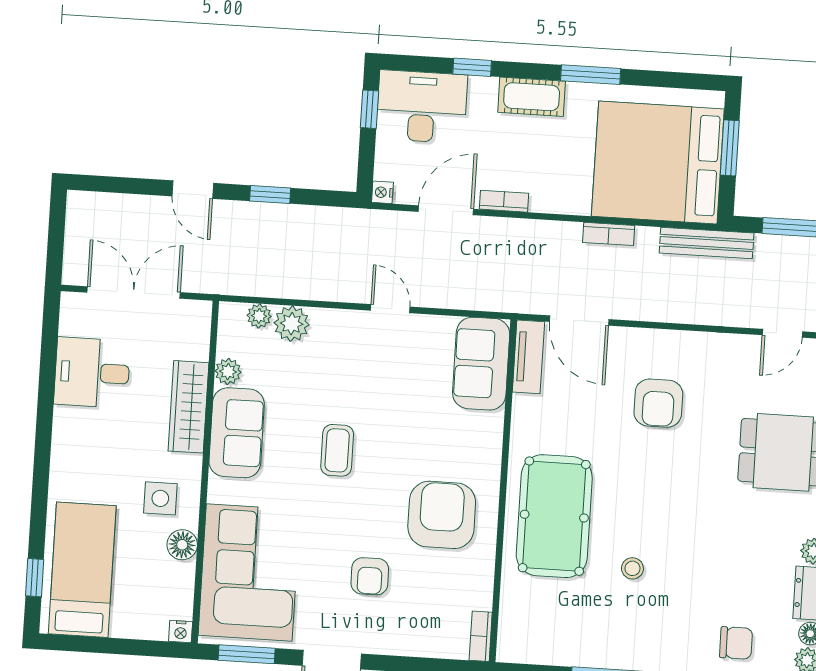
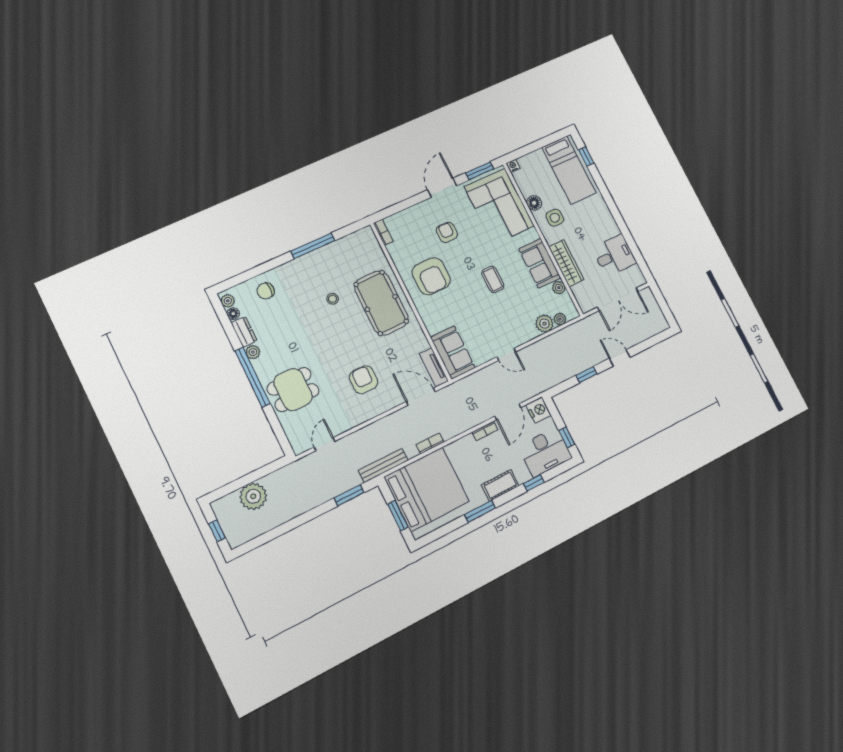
nightstand: (382, 192) -> (538, 410), width x1.89, depth x1.79

